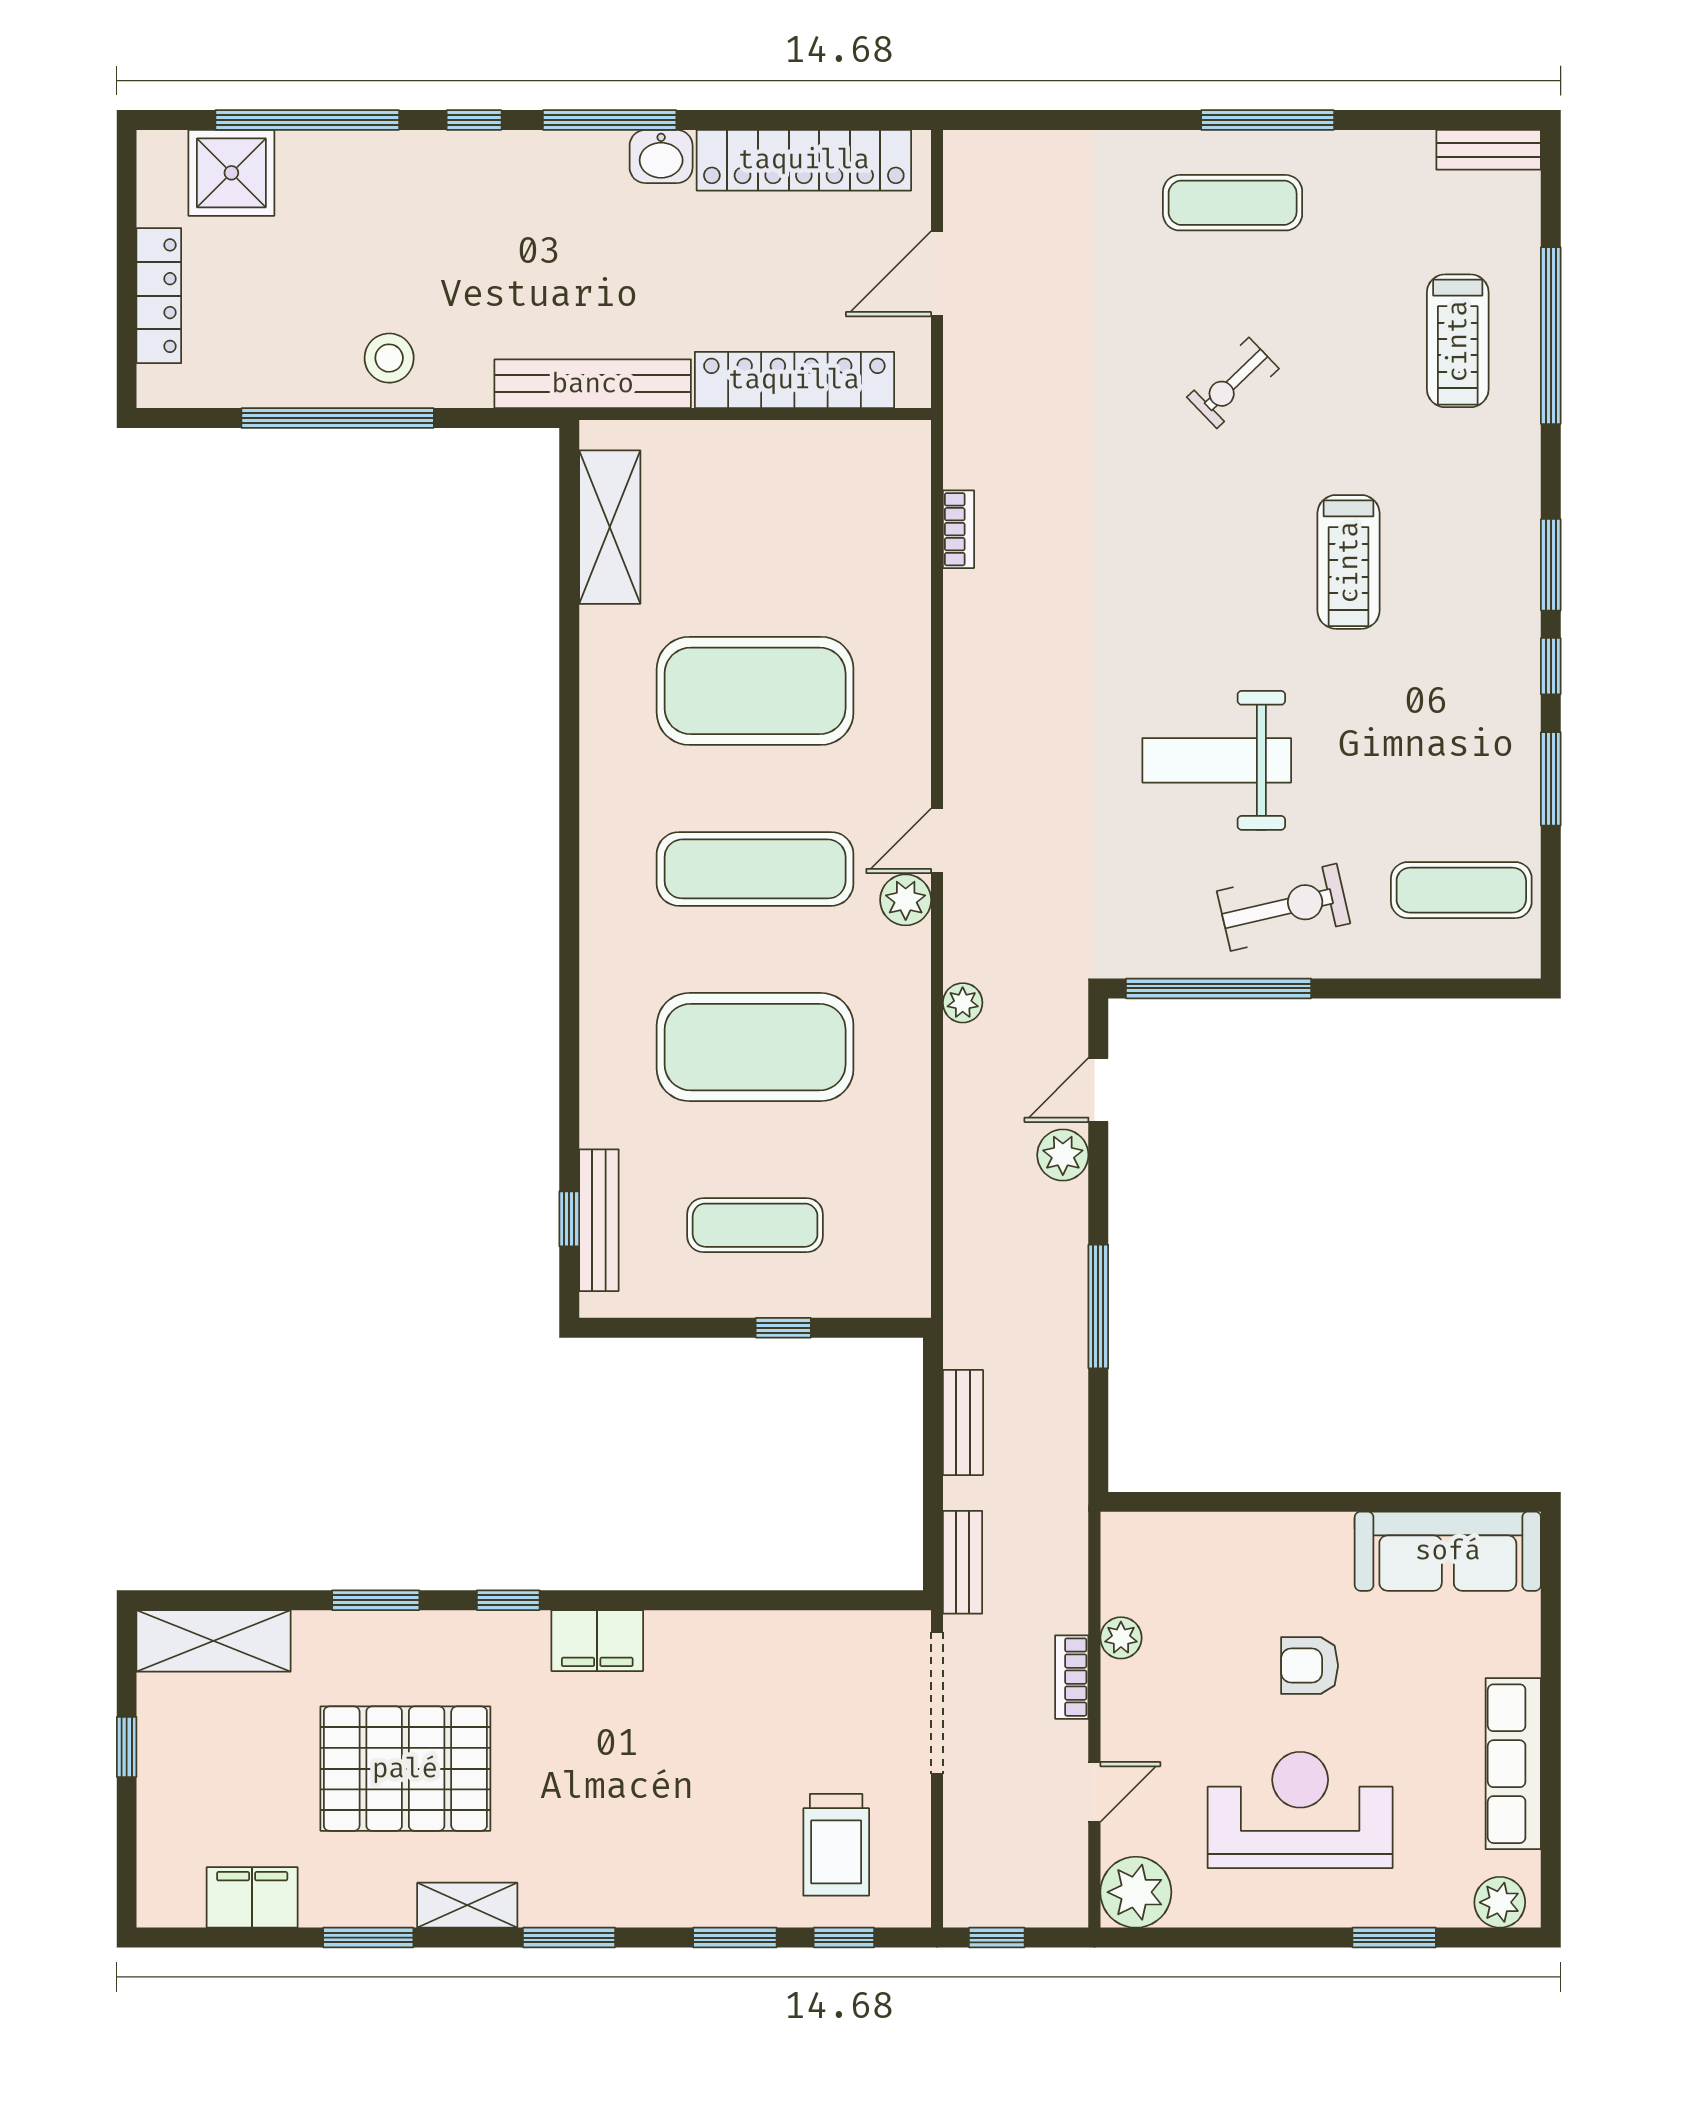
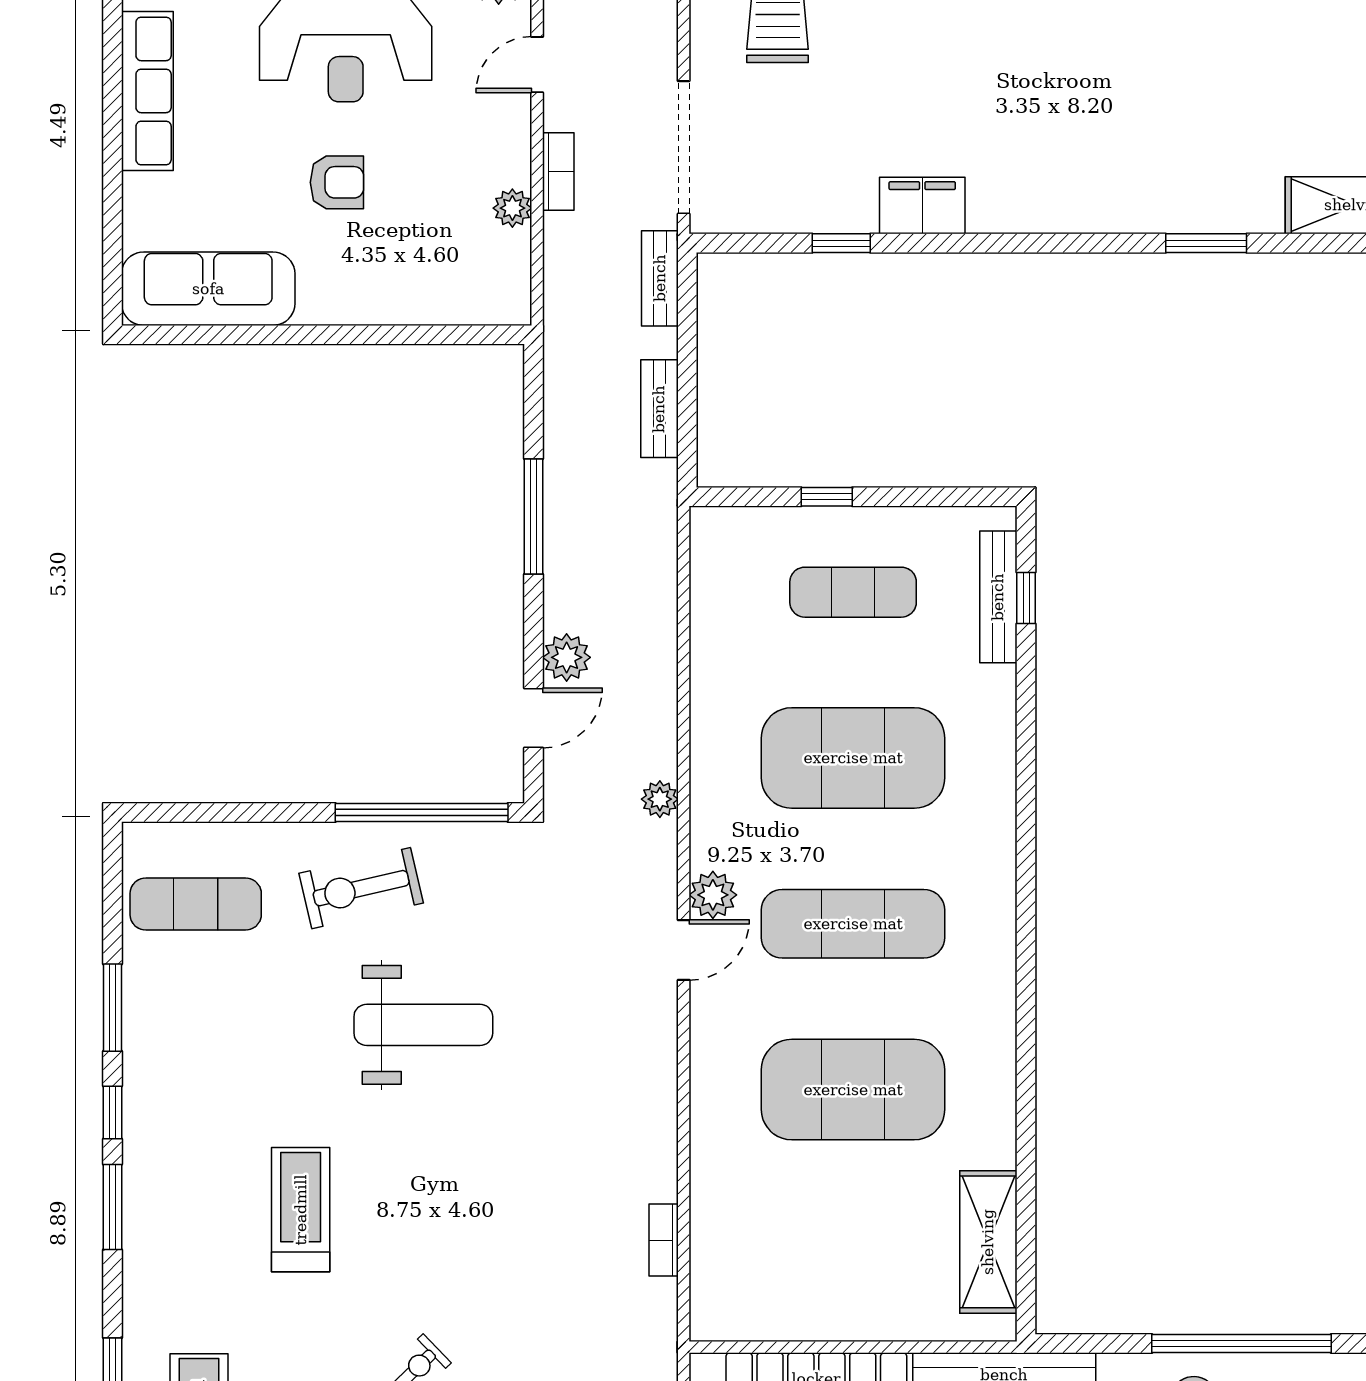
window: (508, 1600) -> (841, 243), moved
filing cabinet: (597, 1641) -> (922, 206), moved
pallet: (405, 1769) -> (1179, 86), removed

